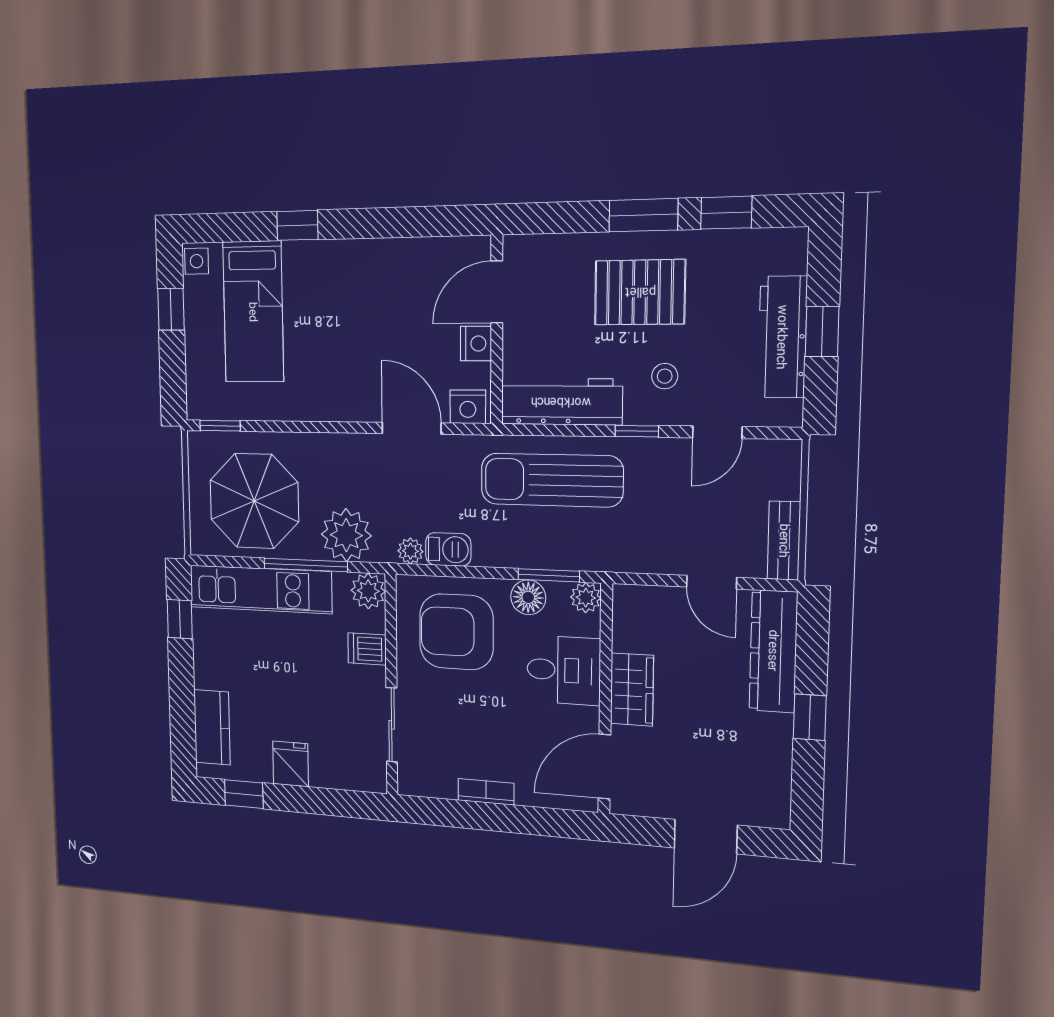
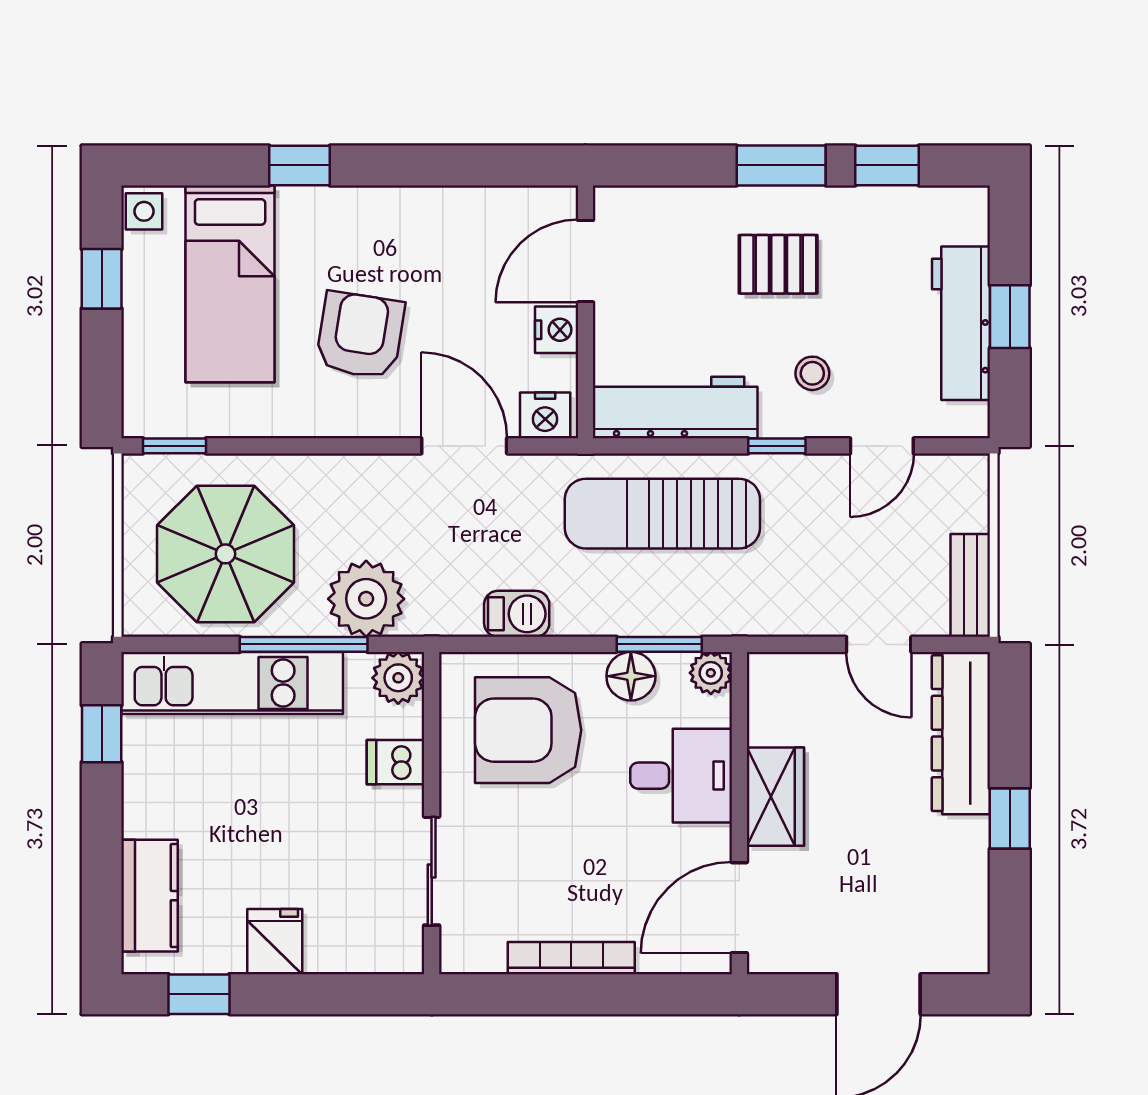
pallet: (640, 292) -> (778, 264), width x0.67, depth x0.71
armchair: (340, 348) -> (360, 335), added
plant: (410, 551) -> (461, 618), removed
bookcase: (486, 792) -> (571, 958), width x1.56

